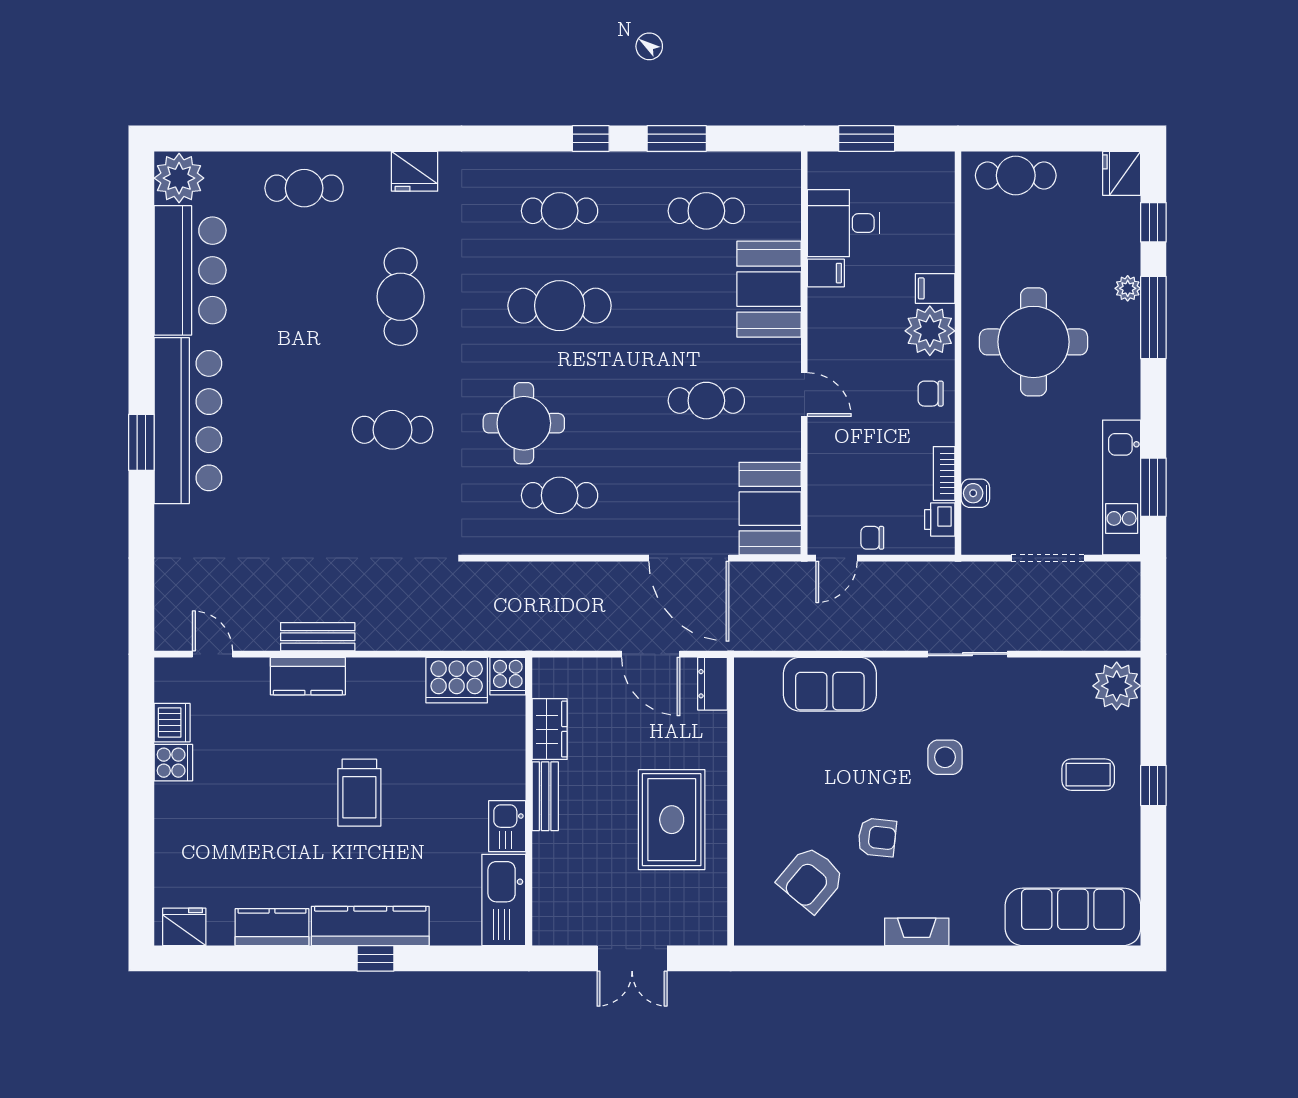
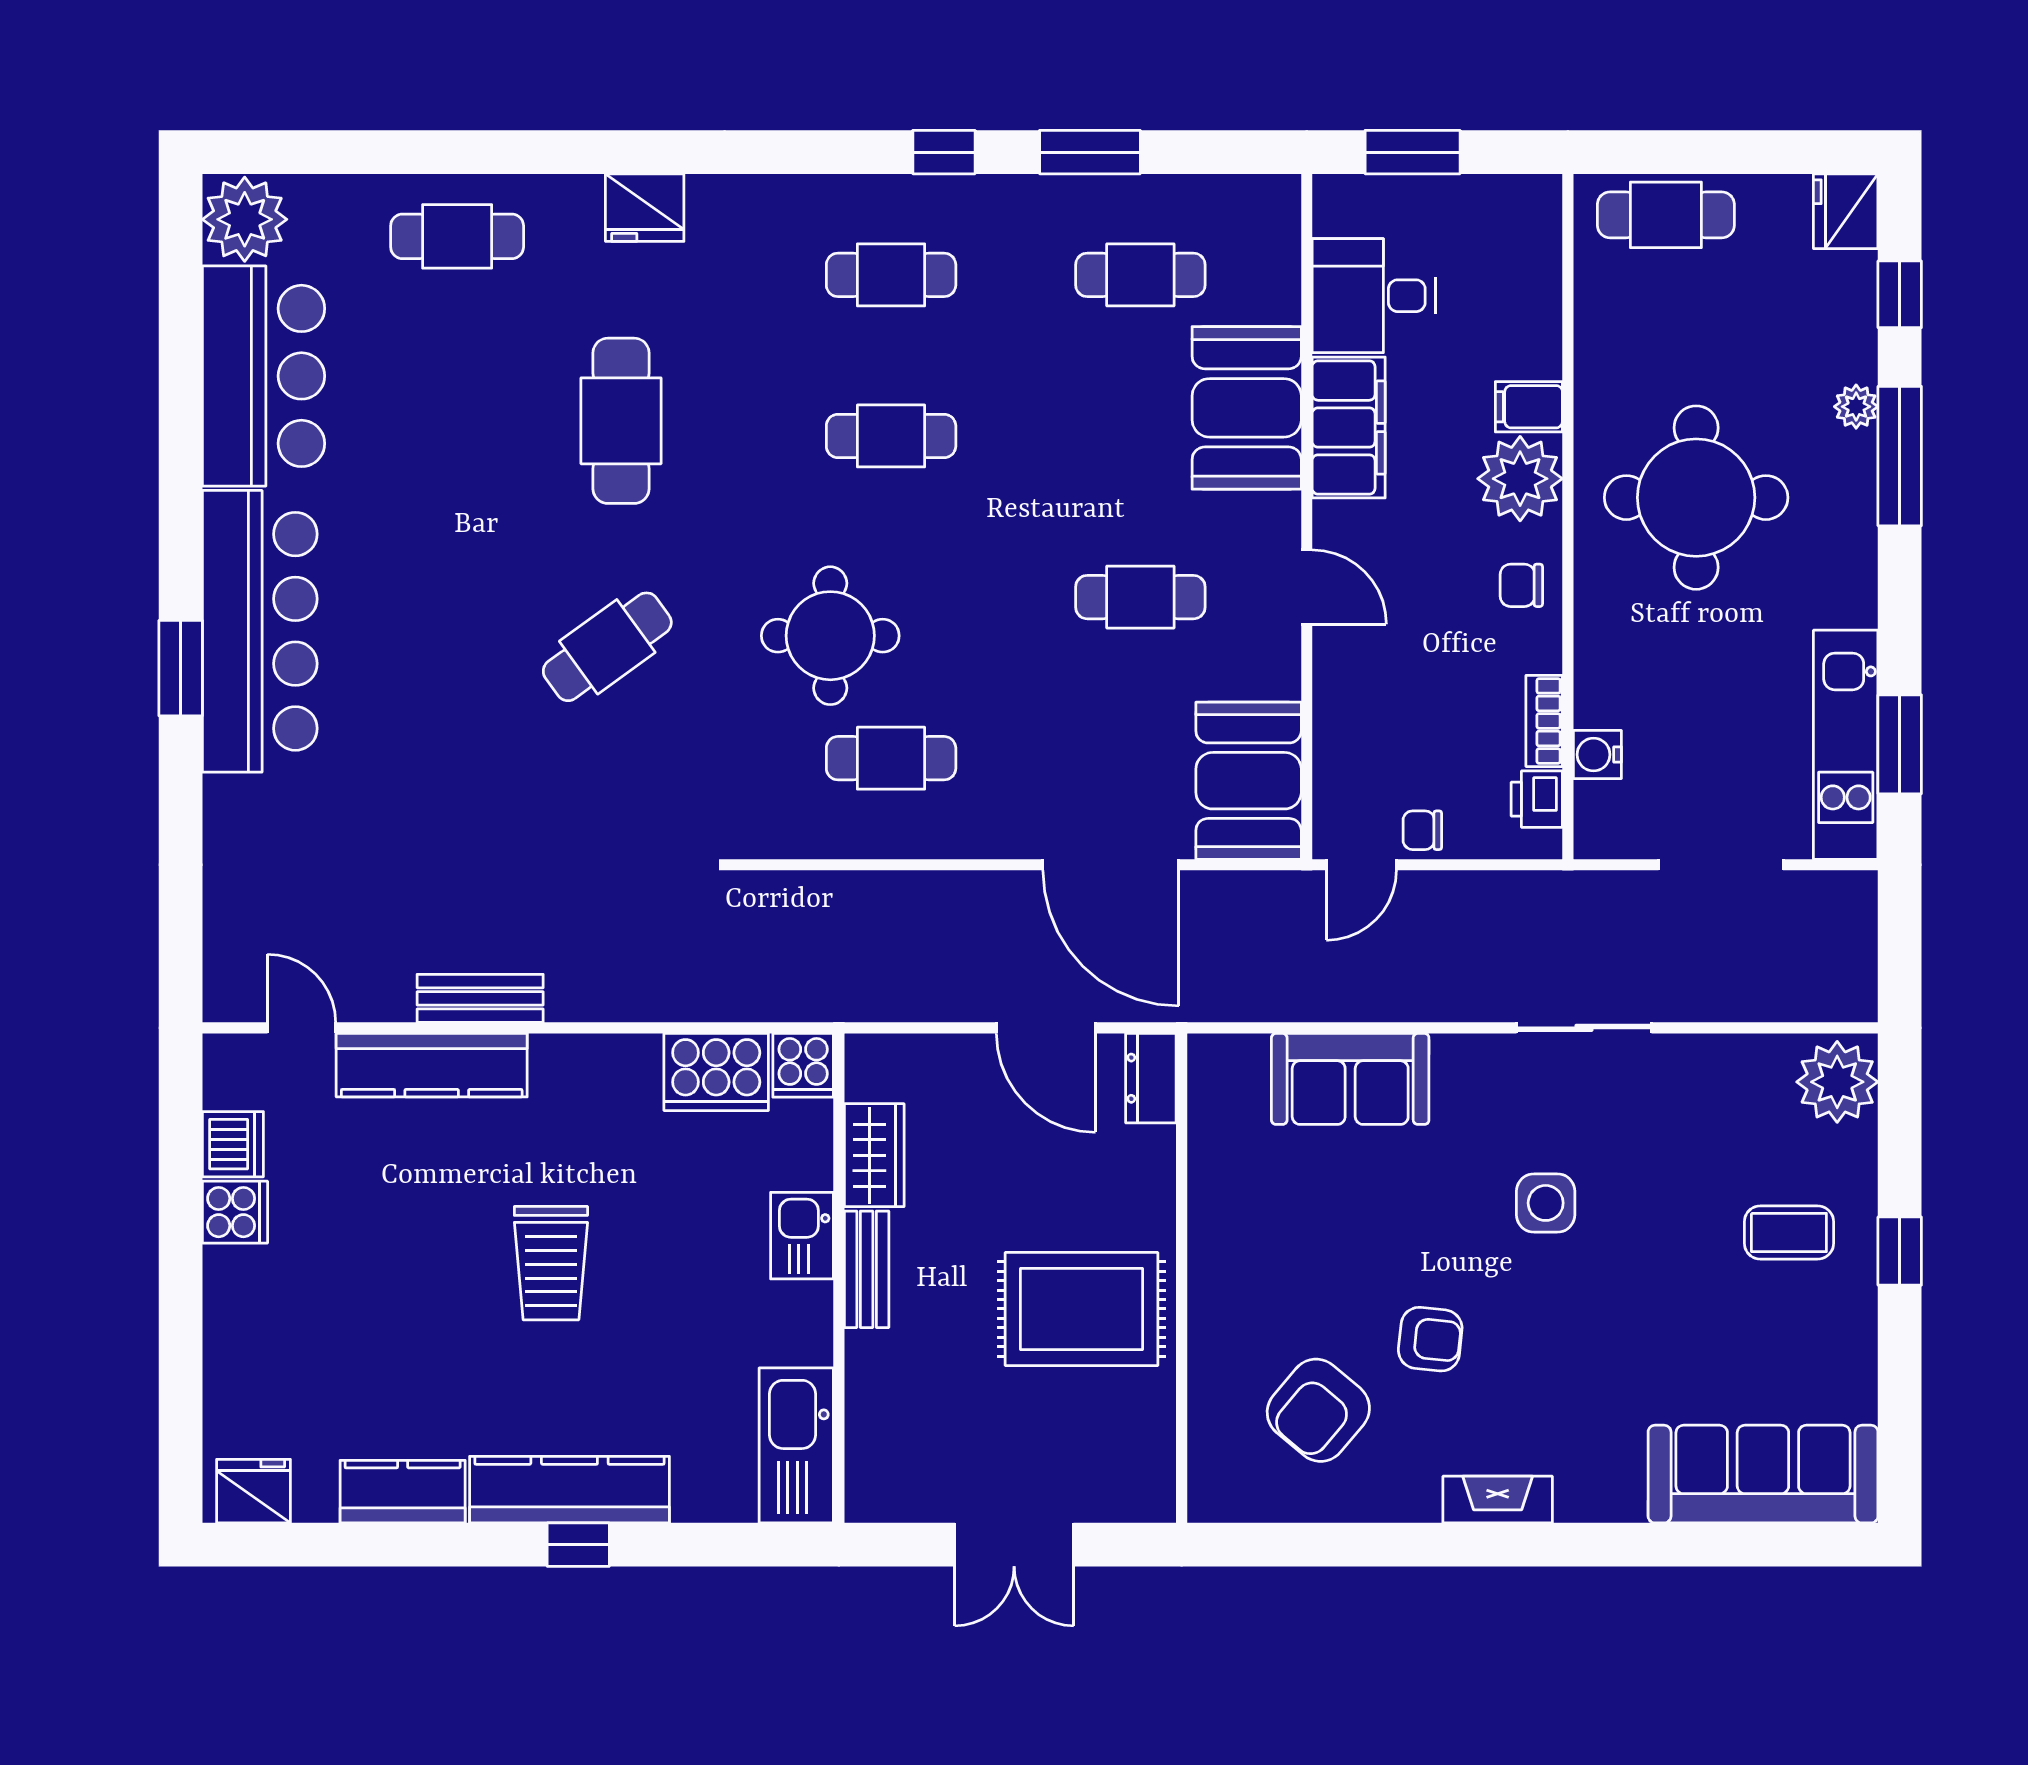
filing cabinet: (826, 273) -> (1349, 428), width x3.00, depth x1.17
cafe table: (560, 306) -> (891, 436), width x0.73, depth x0.74
cafe table: (393, 430) -> (607, 647), turned -36
kitchen counter: (308, 676) -> (432, 1065), width x1.50
rug: (672, 820) -> (1082, 1309), turned 90
kitchen sink: (507, 826) -> (802, 1236), moved

